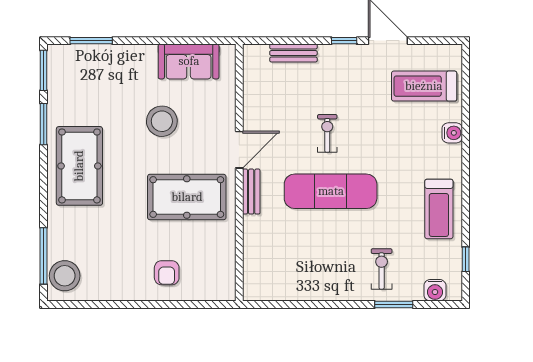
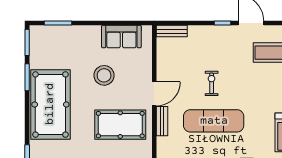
bench: (293, 53) -> (172, 31), moved
pool table: (79, 166) -> (50, 104), width x1.36, depth x1.32

